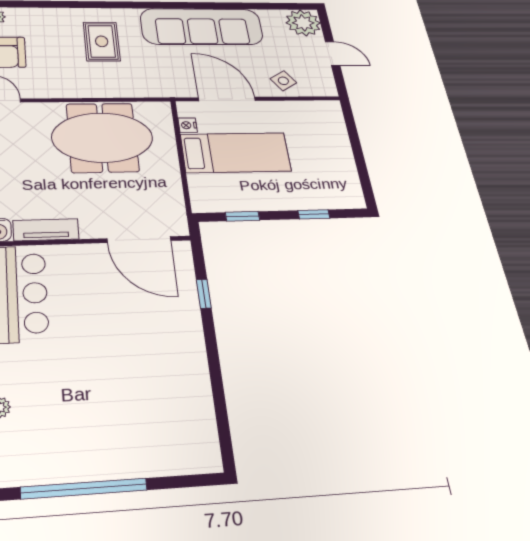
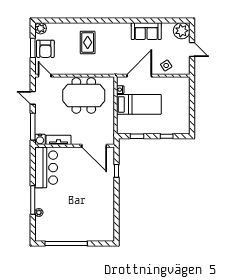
sofa: (202, 27) -> (146, 31), width x0.54, depth x0.79
door: (227, 99) -> (139, 76), hinge flipped

